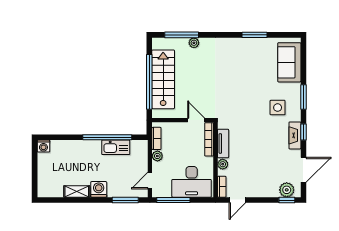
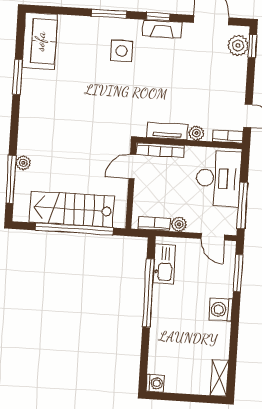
sofa: (289, 62) -> (40, 41), moved, turned -90
kitchen sink: (116, 147) -> (164, 264), moved
shelving: (77, 191) -> (219, 378), moved

